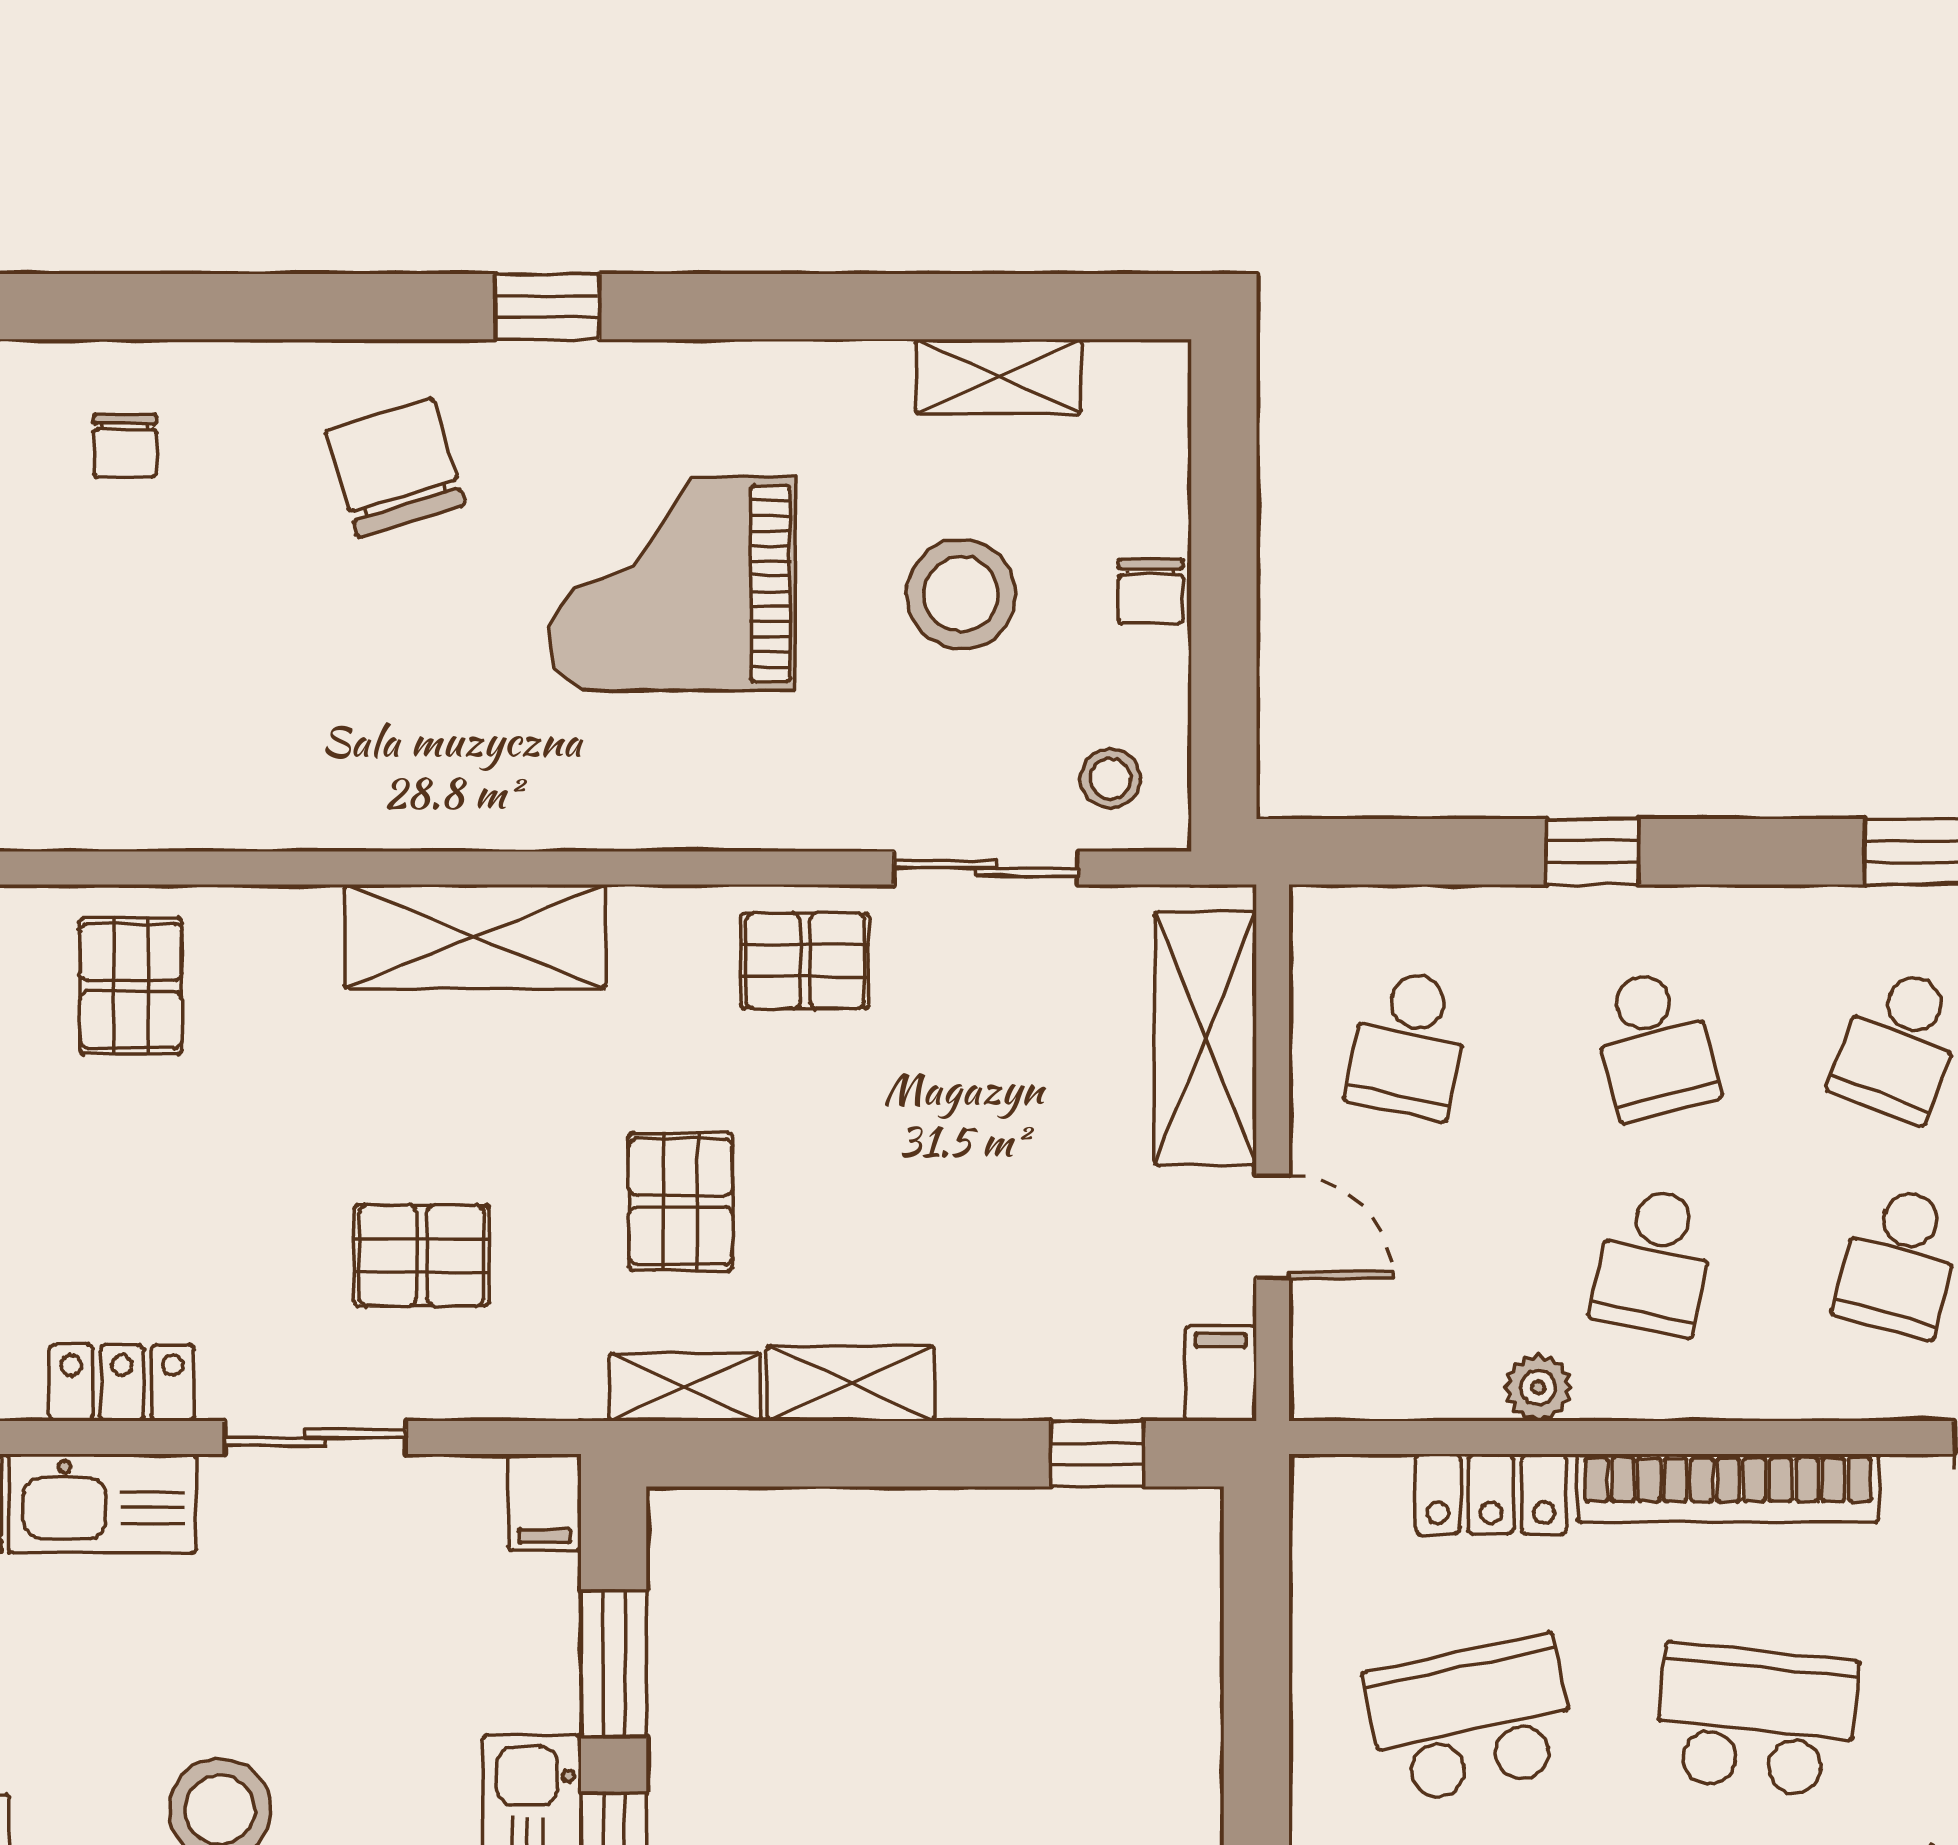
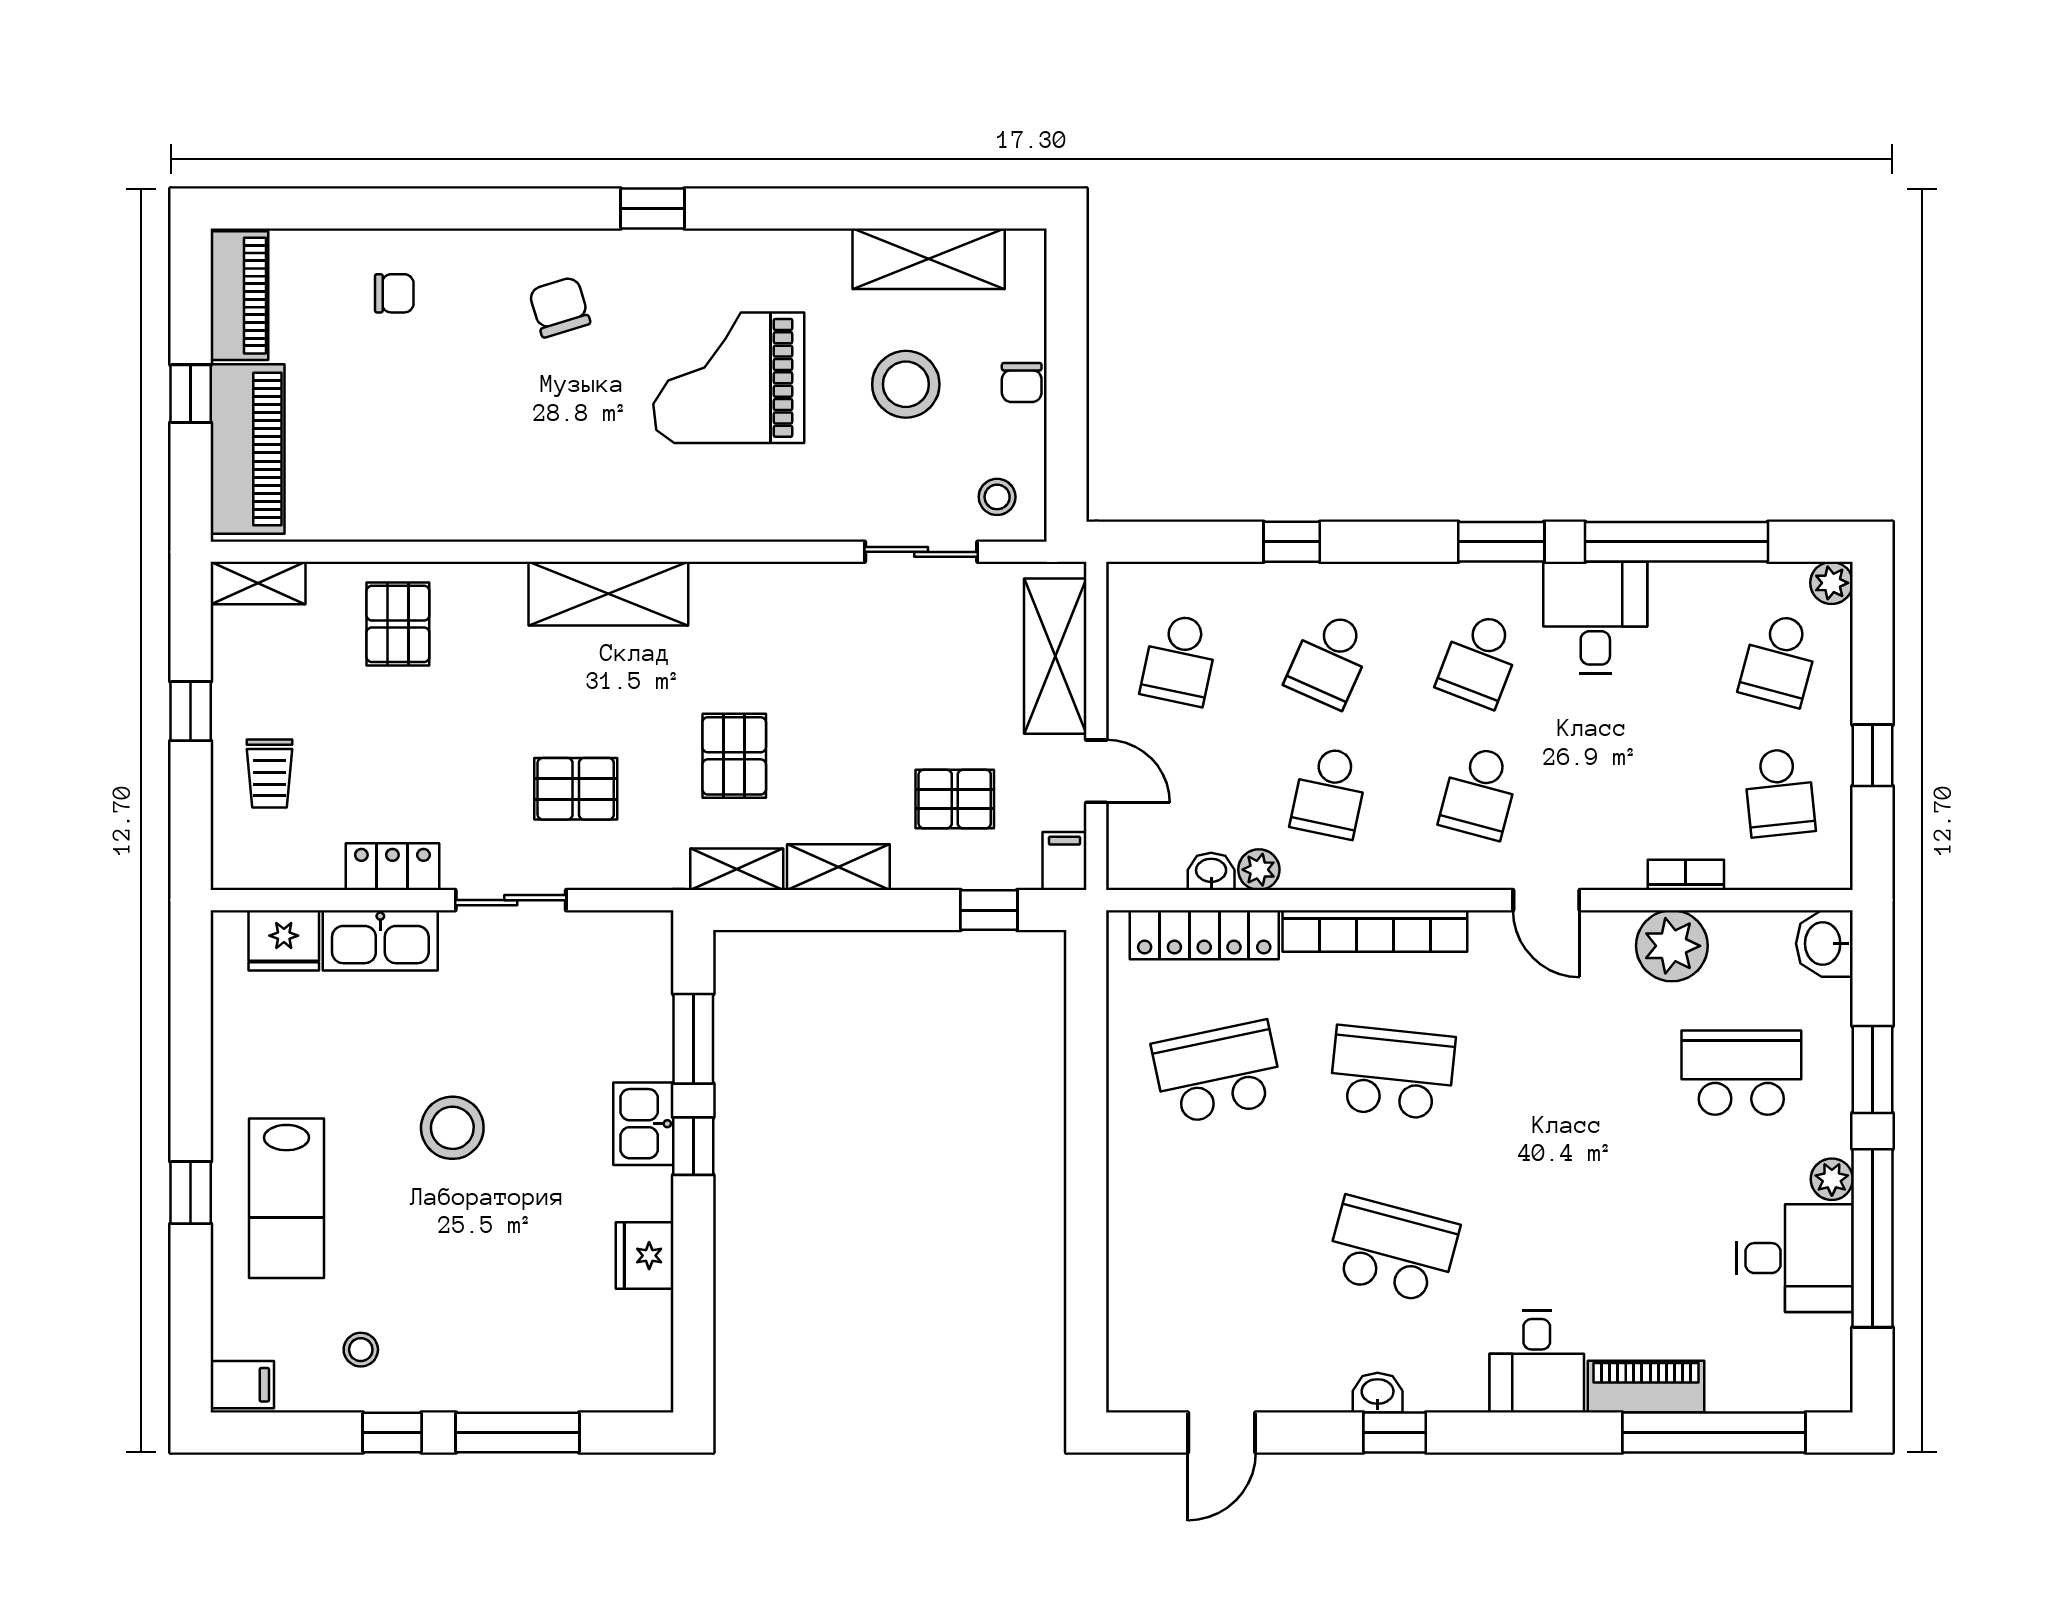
shelving: (999, 376) -> (929, 259), width x1.50, depth x1.33
chair: (125, 446) -> (394, 293), turned -90
chair: (395, 468) -> (560, 307), width x0.73, depth x0.73
pallet: (805, 961) -> (955, 799), moved
school desk: (1654, 1044) -> (1329, 660), turned 39
washbasin: (1460, 1391) -> (1211, 871), added
locker: (1491, 1494) -> (1204, 935), width x1.53
filing cabinet: (545, 1502) -> (651, 940), removed

